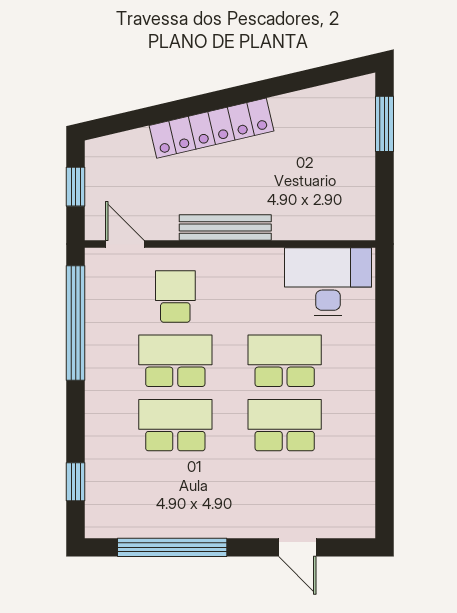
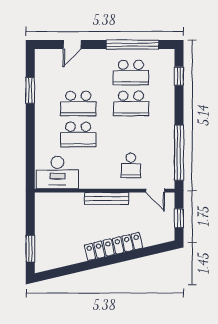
school desk: (175, 361) -> (131, 72), moved
window: (384, 452) -> (30, 90), added
door: (297, 547) -> (72, 45), swing flipped

